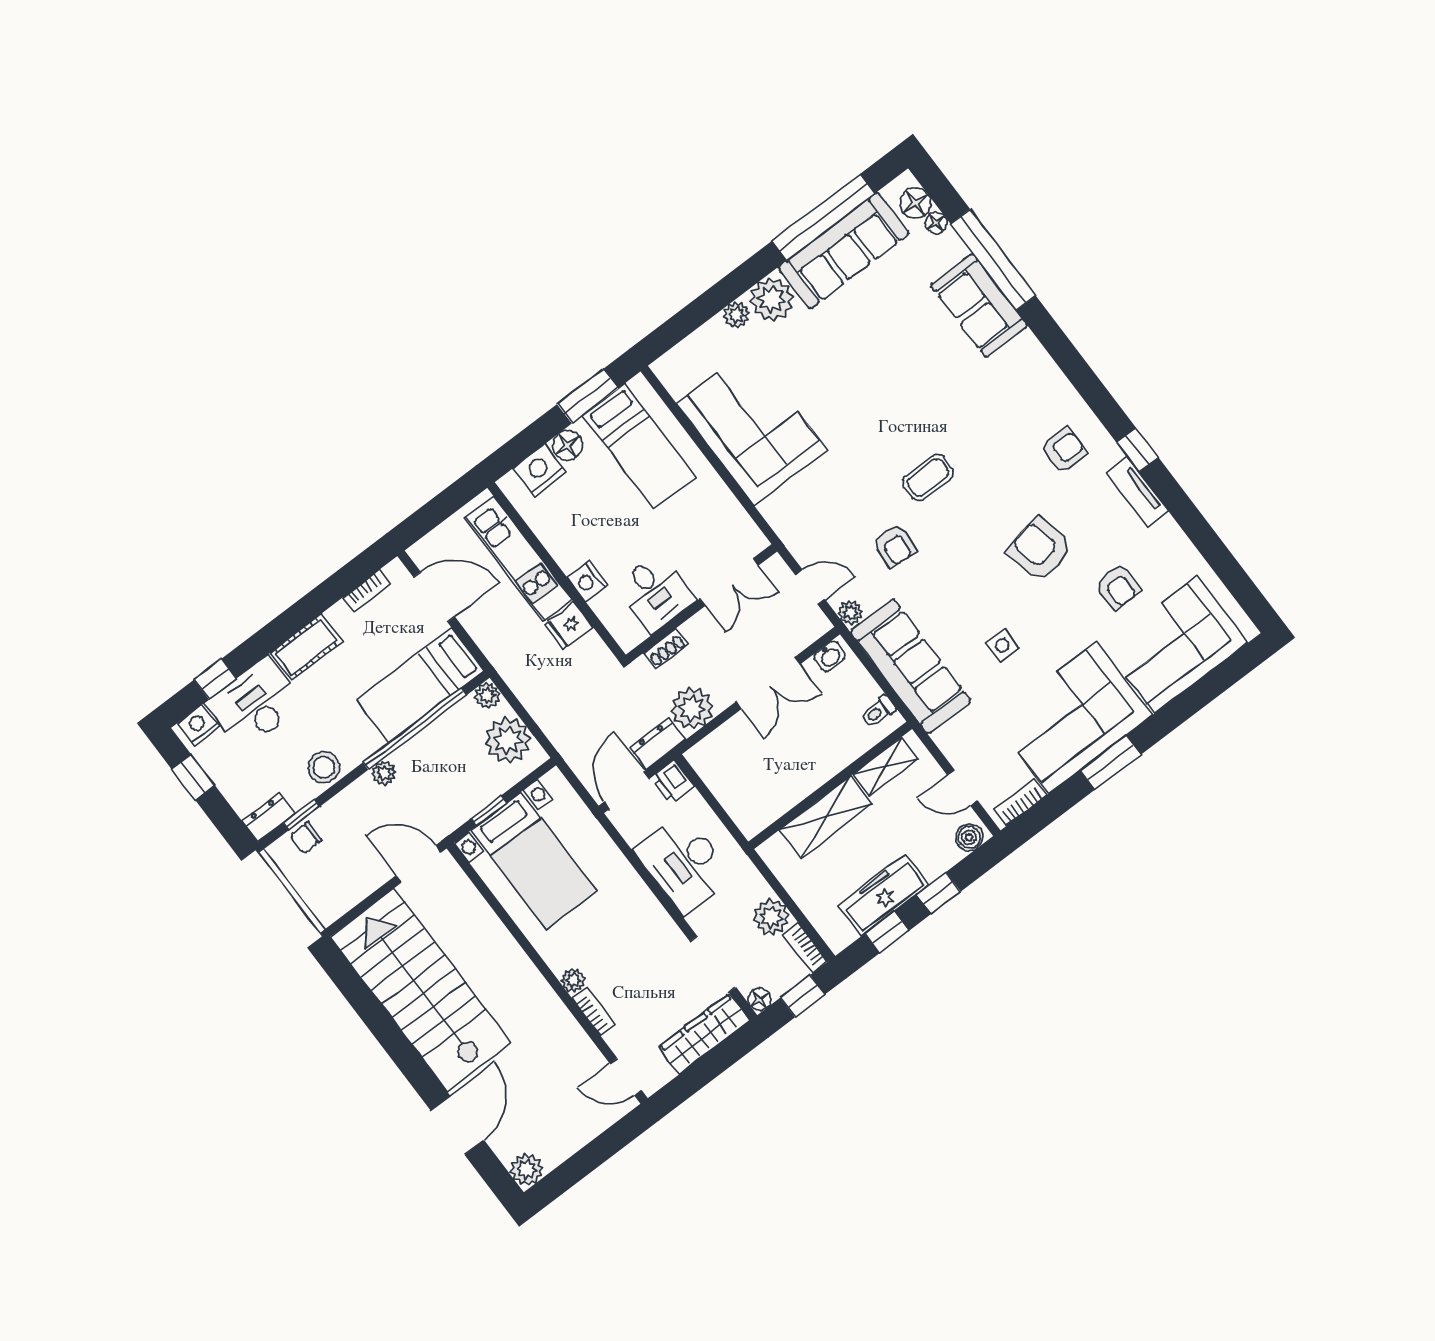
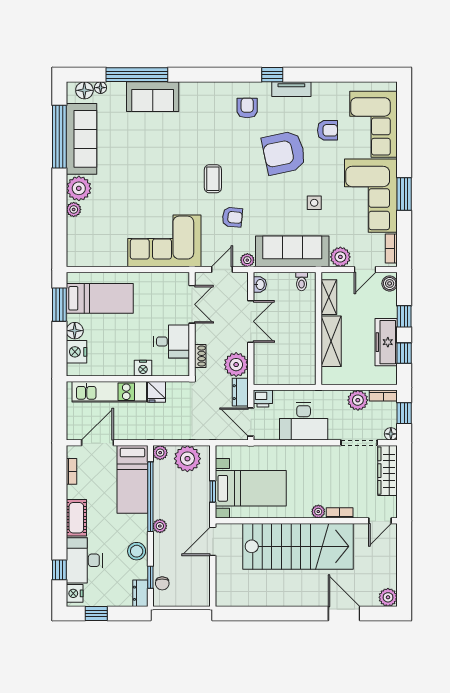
corner sofa: (752, 427) -> (164, 241), moved
armchair: (1040, 549) -> (284, 153), width x1.36, depth x1.36
plant: (954, 740) -> (340, 257), added
stairs: (421, 990) -> (298, 546), moved, turned 180

